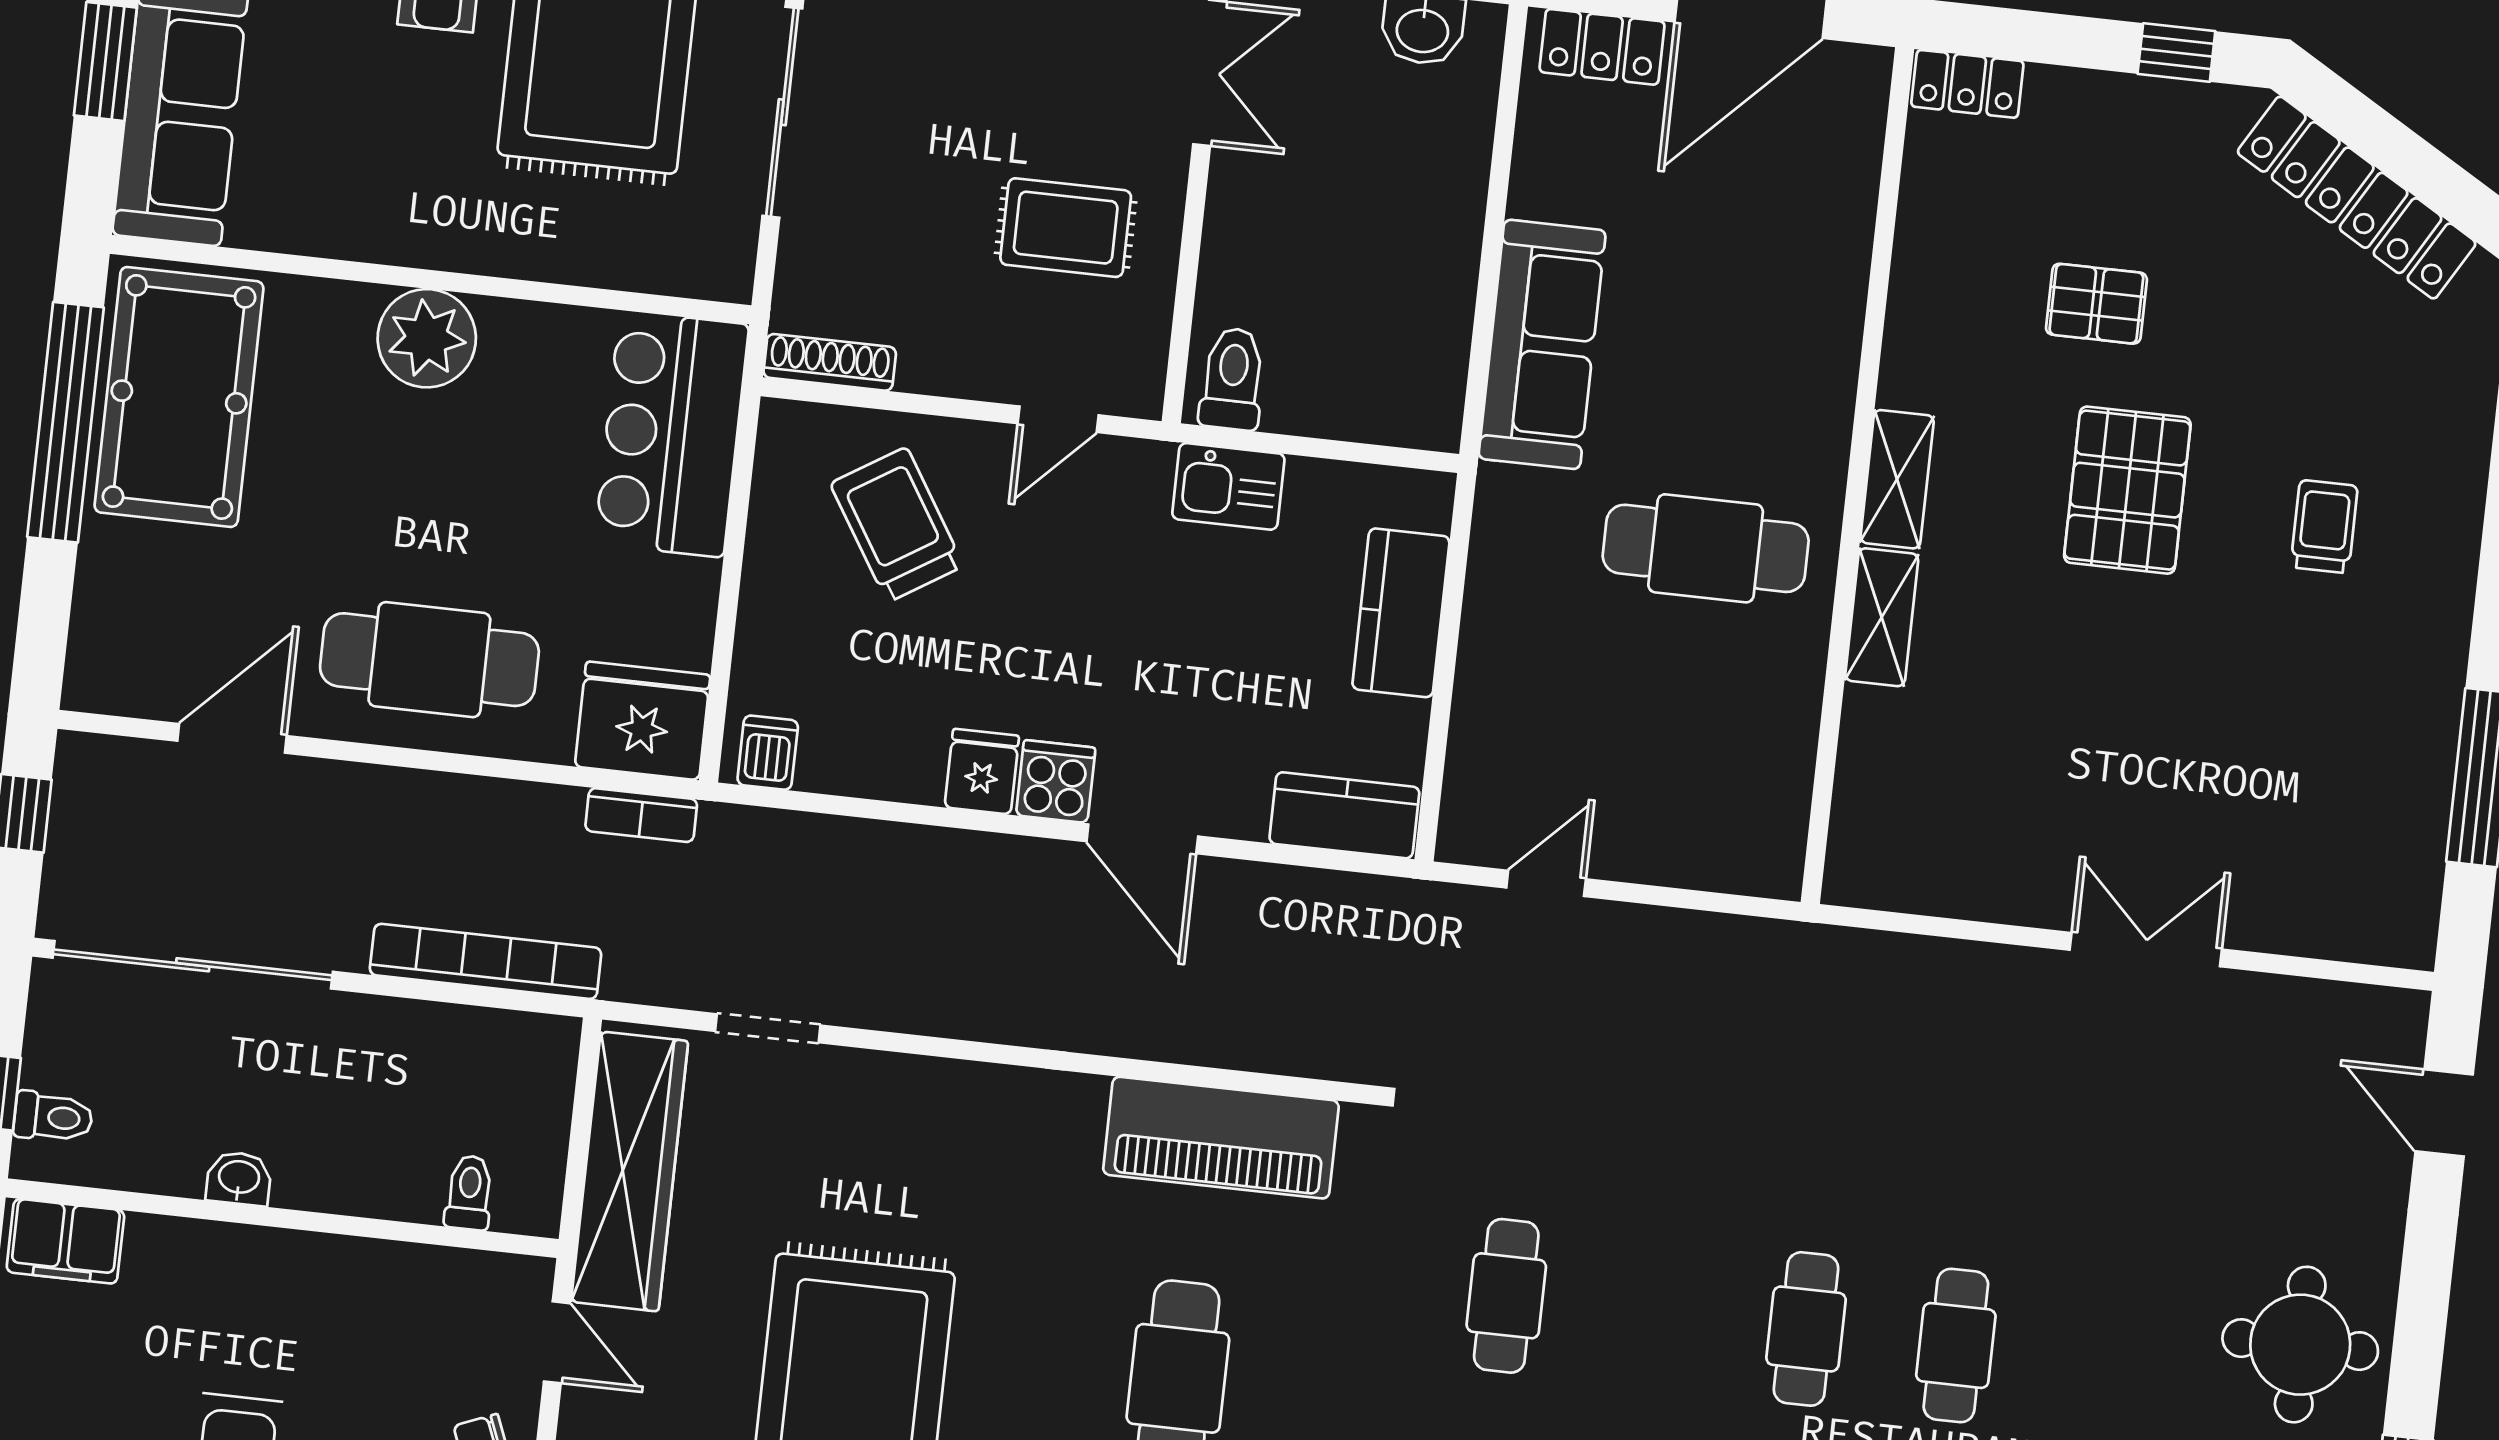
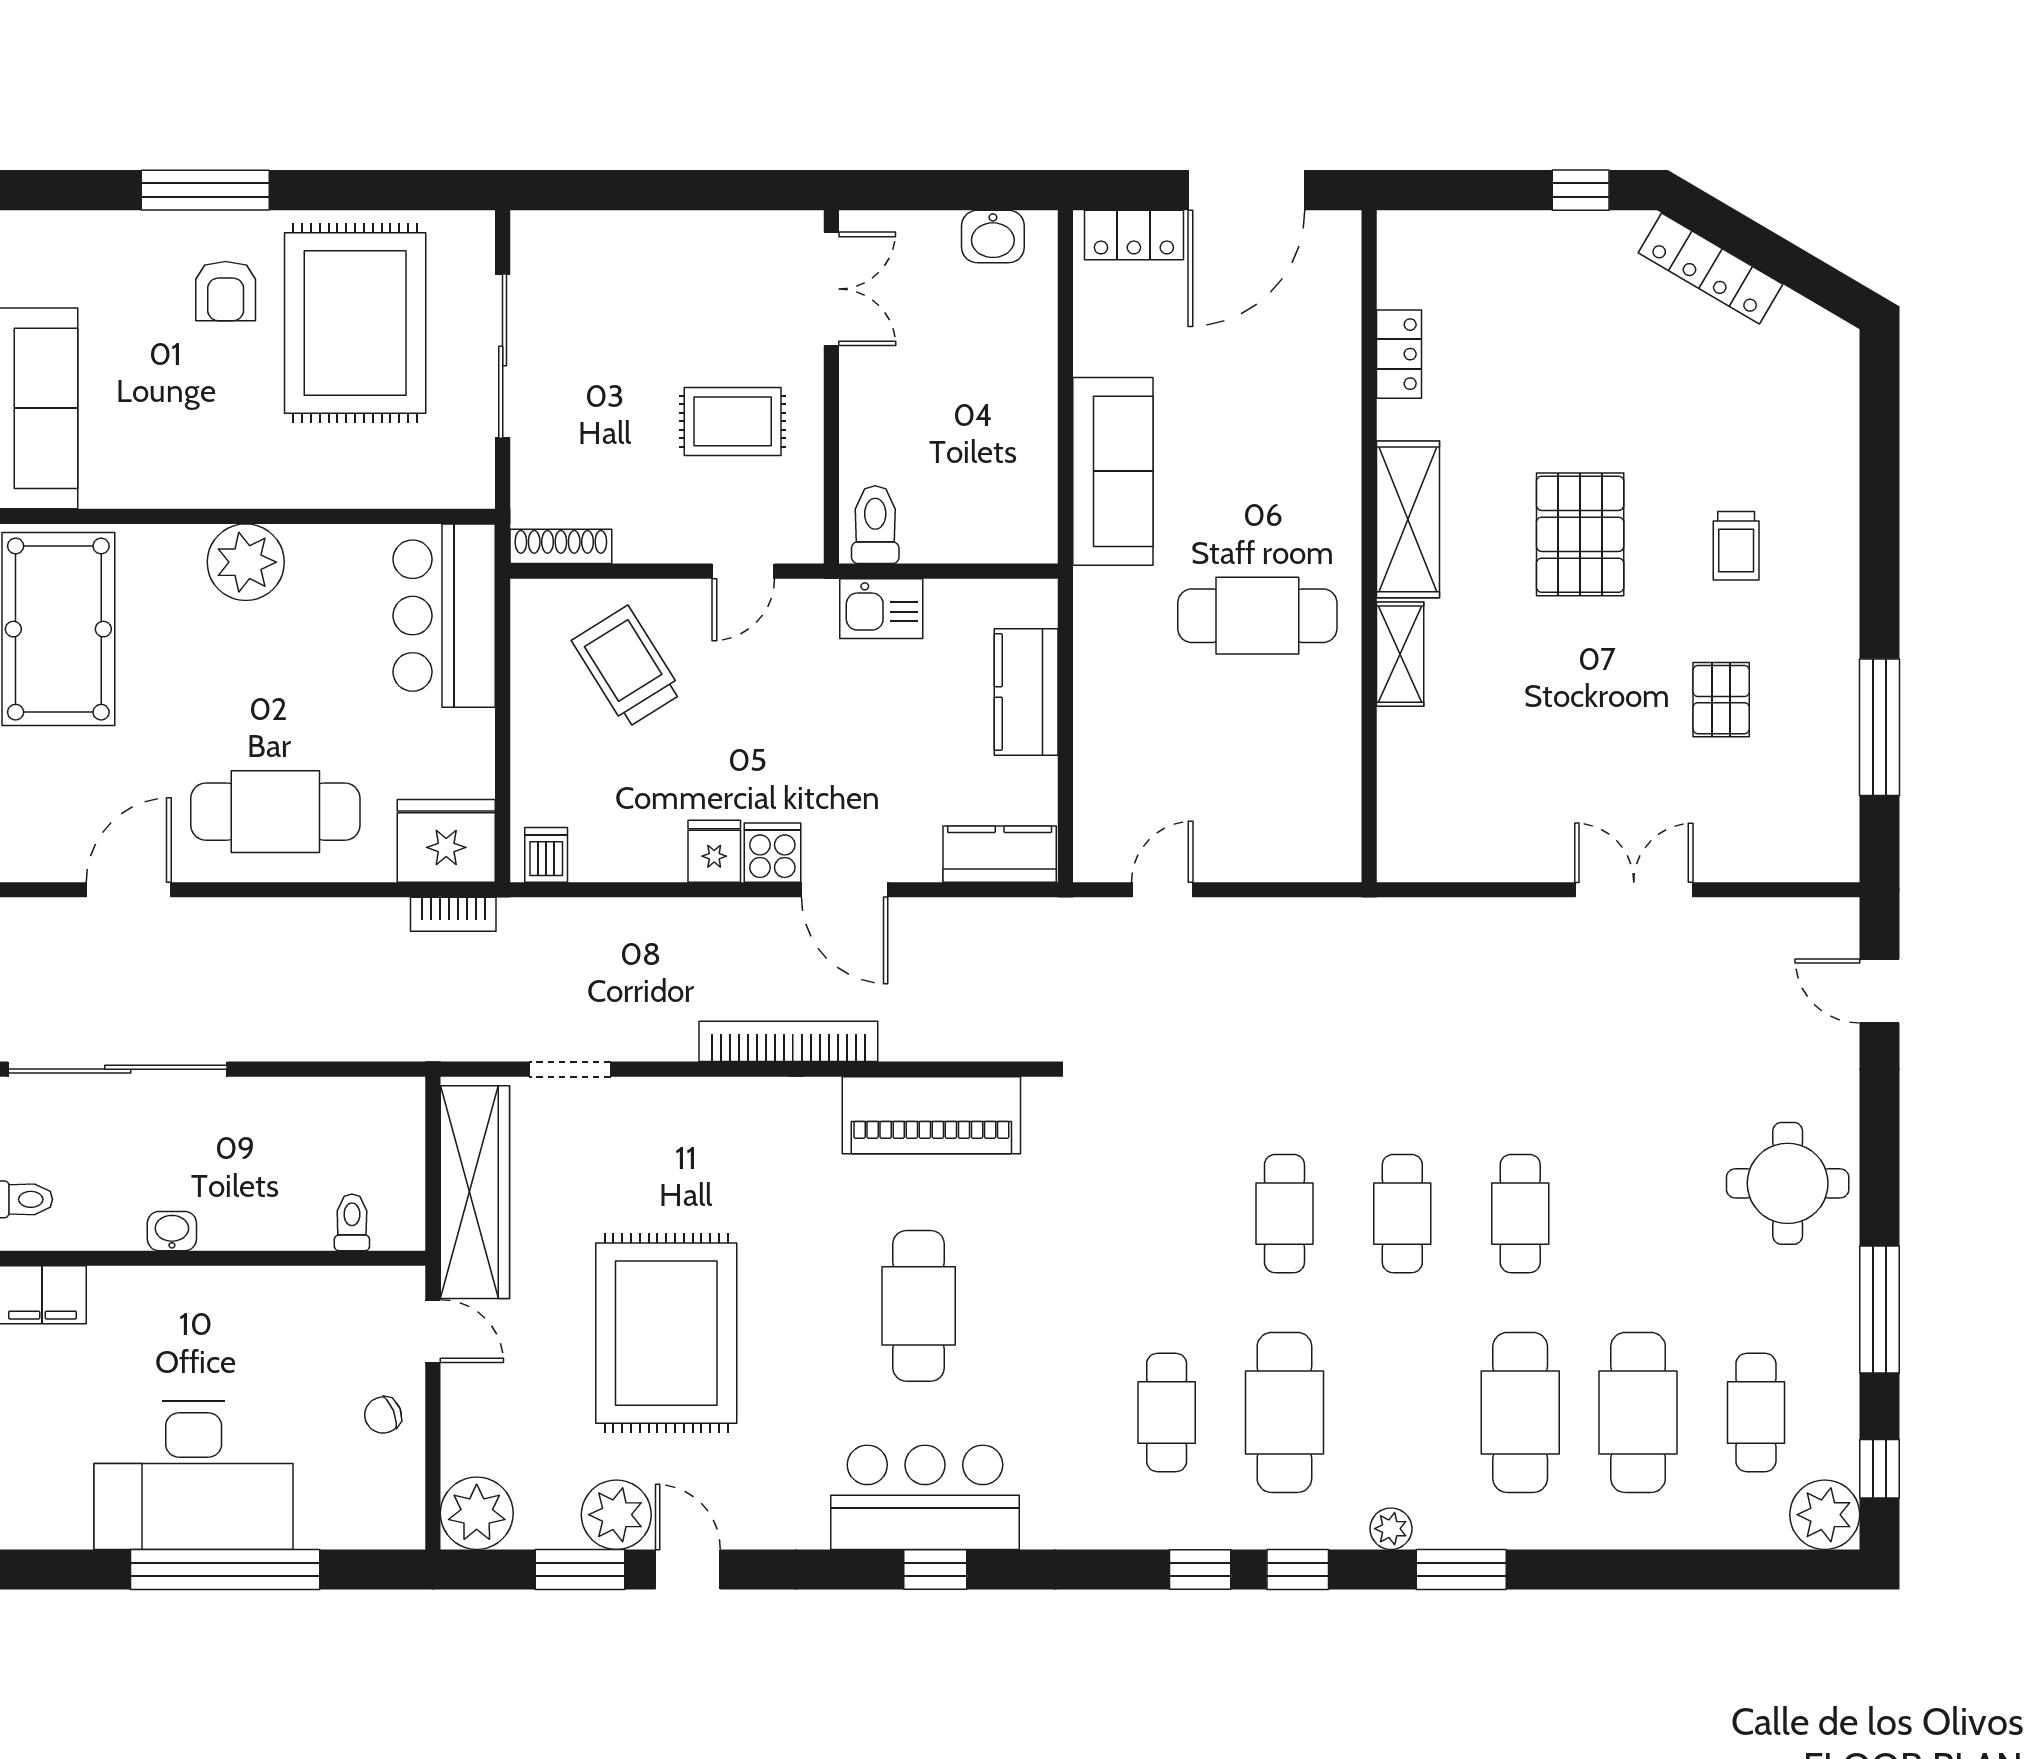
locker: (1967, 84) -> (1399, 354), moved, turned -90
locker: (2357, 198) -> (1711, 268), width x0.71, depth x0.83
pallet: (2096, 304) -> (1721, 700), moved, turned 90
shelving: (1897, 479) -> (1408, 519), width x1.50, depth x1.33
trolley: (2324, 527) -> (1736, 546), turned 180
bookcase: (486, 961) -> (788, 1041), moved
cafe table: (1506, 1296) -> (1284, 1214), moved

